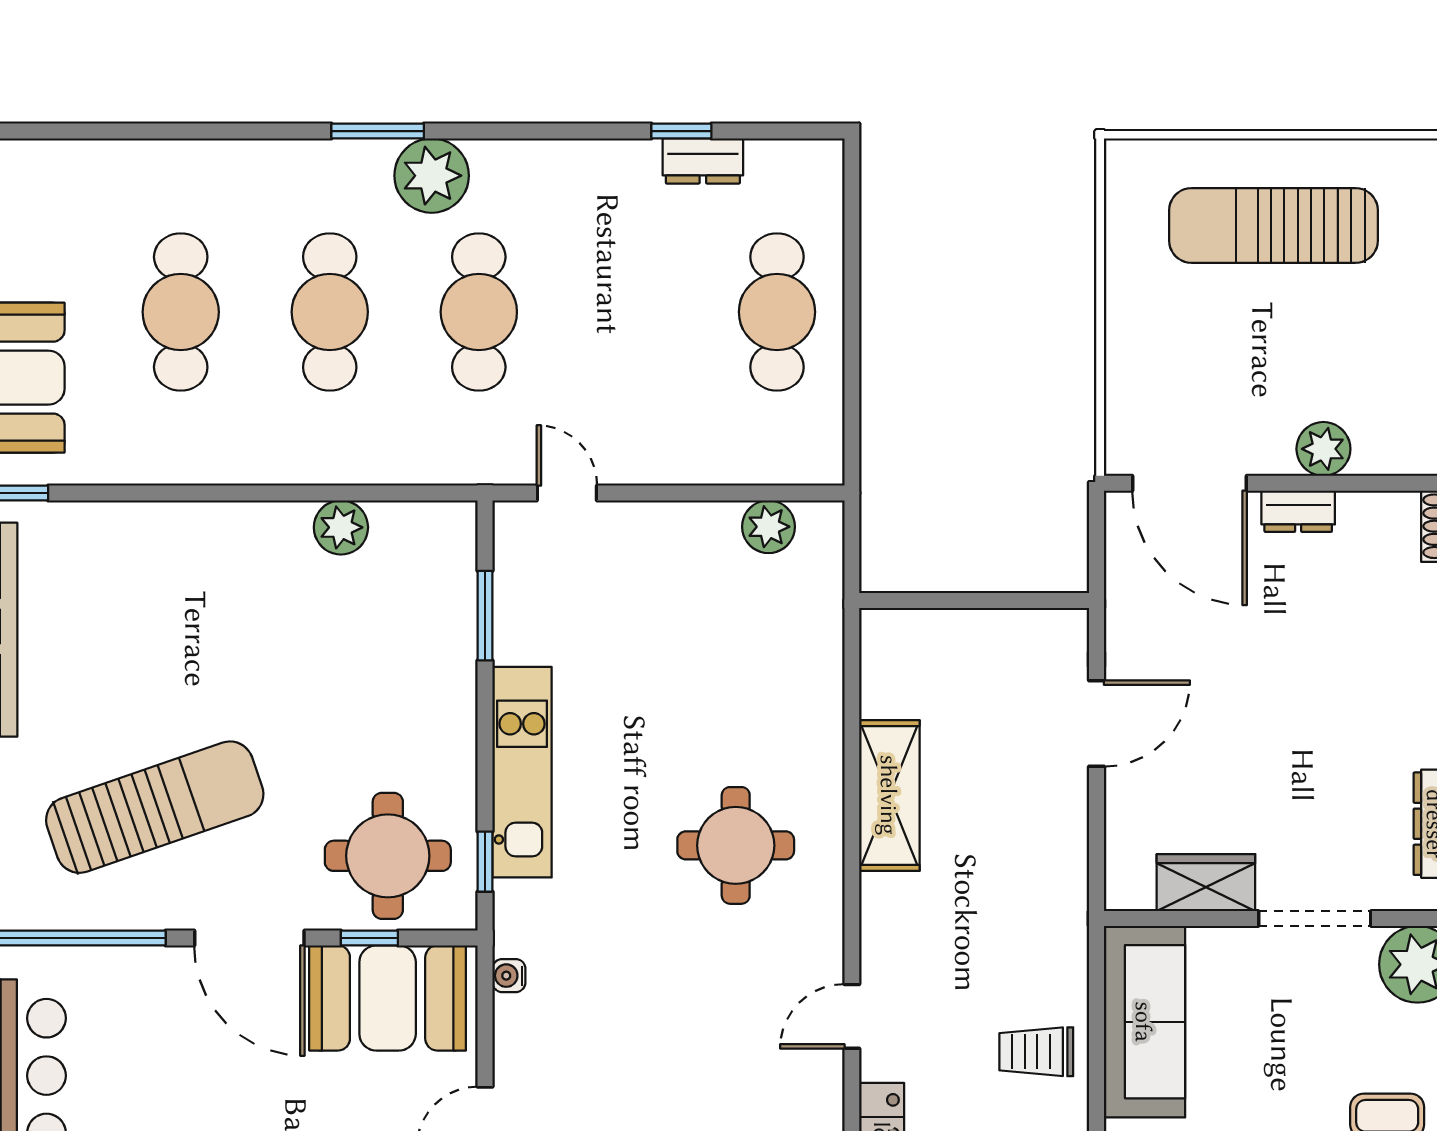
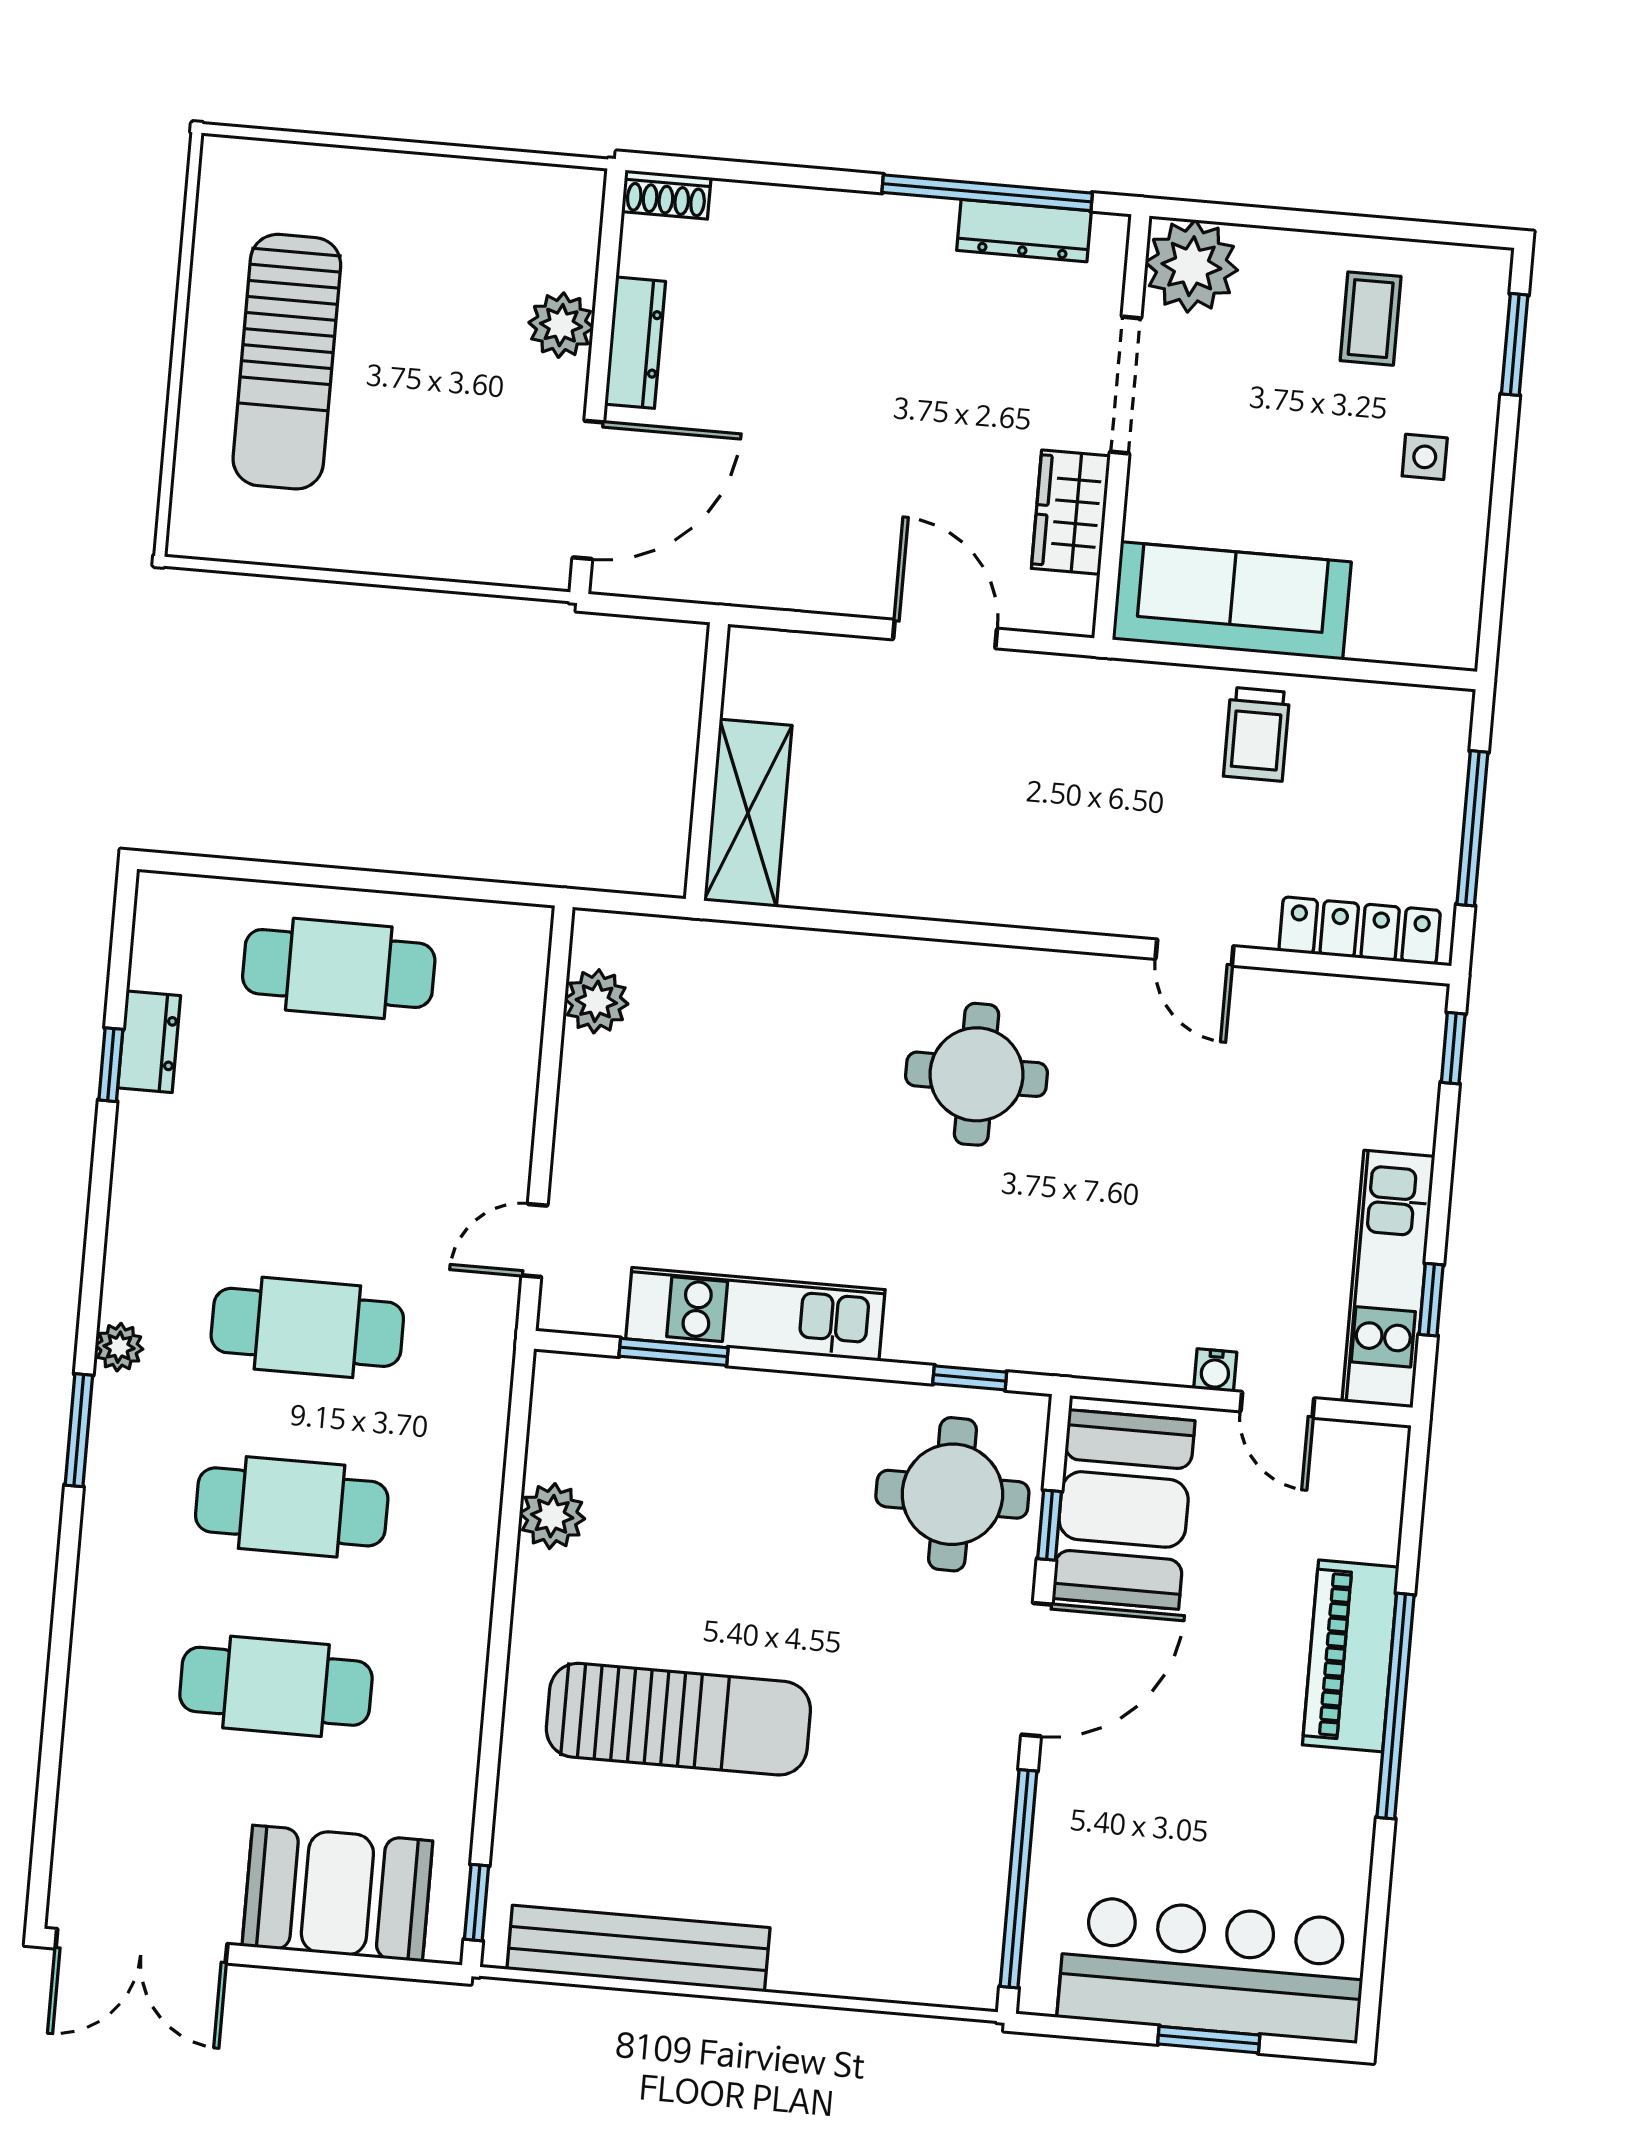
plant: (432, 176) -> (119, 1347), width x0.53, depth x0.53
dresser: (1298, 511) -> (635, 343), width x1.44
door: (1096, 723) -> (945, 634), moved
kitchen unit: (522, 772) -> (755, 1314), moved
shelving: (889, 795) -> (748, 813), moved, turned 90
sun lounger: (155, 807) -> (678, 1719), moved, turned 109
water cooler: (509, 976) -> (1215, 1370), moved

